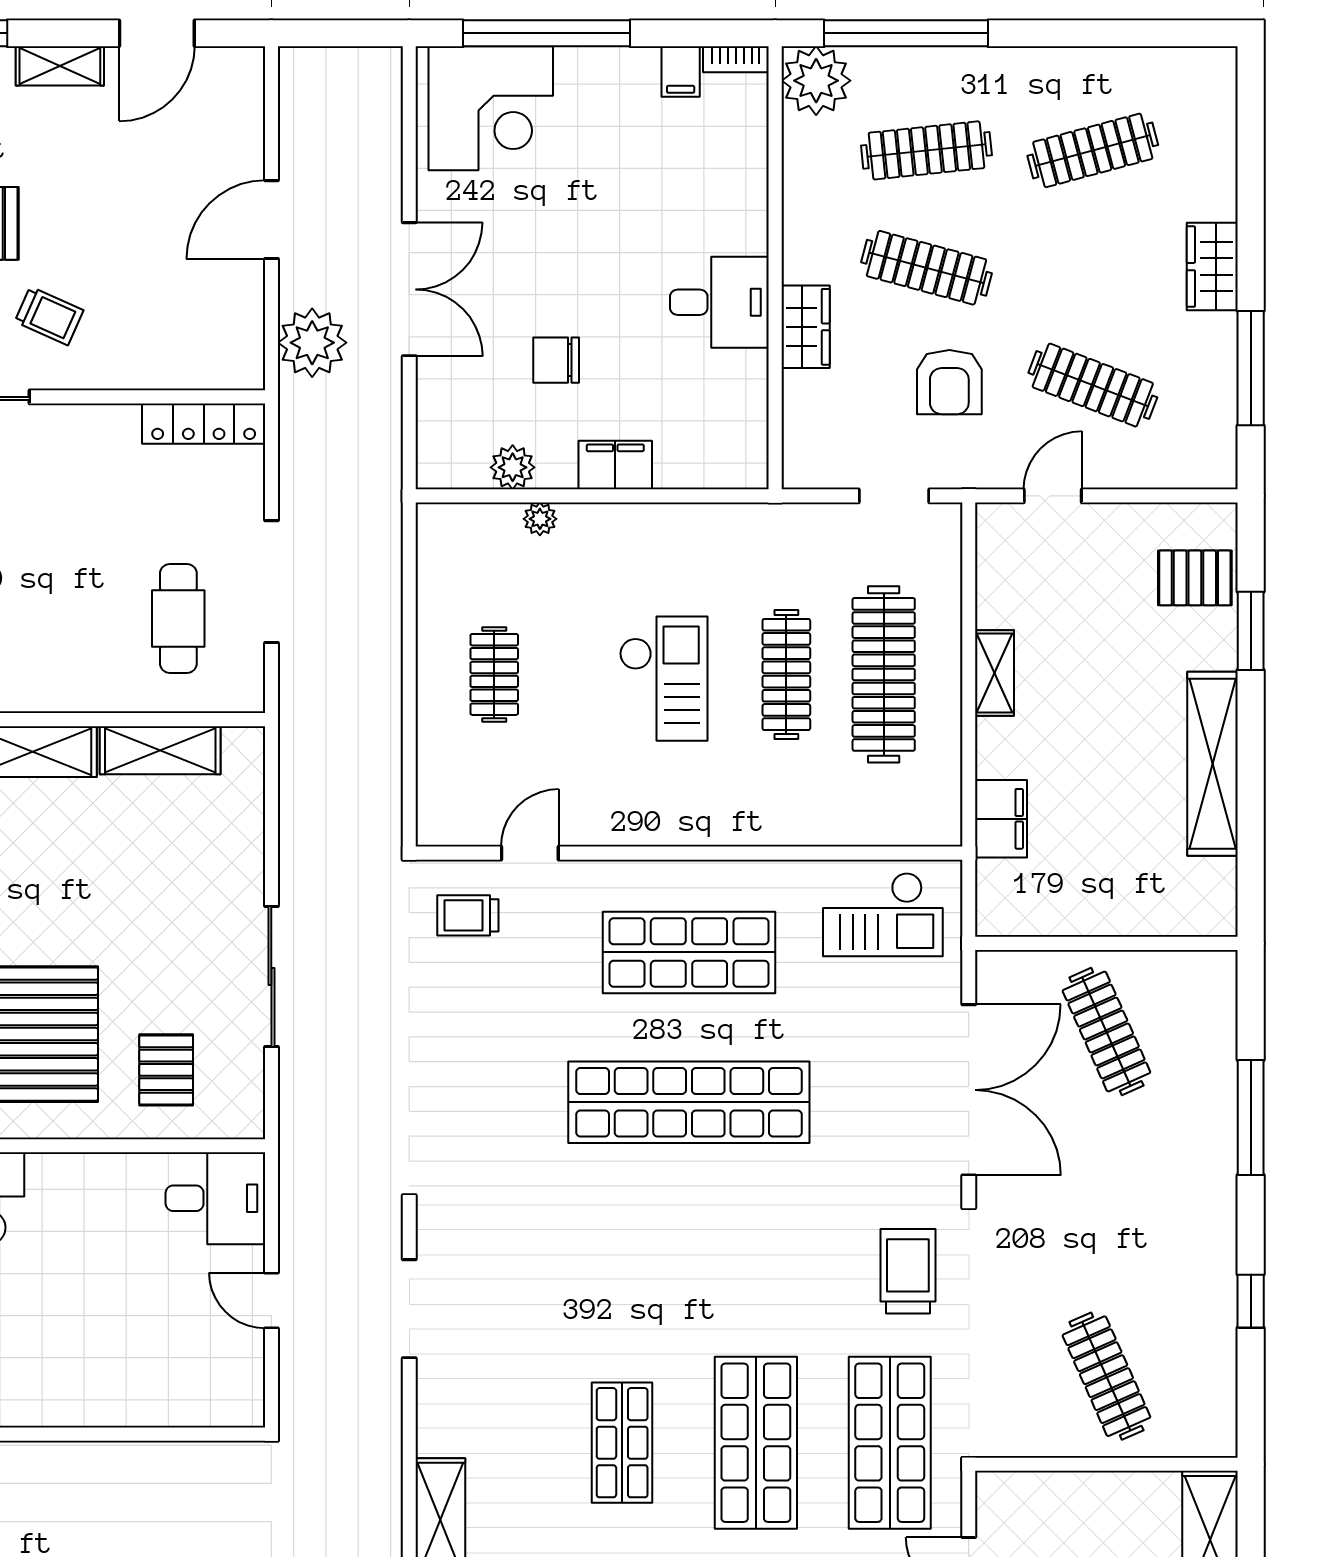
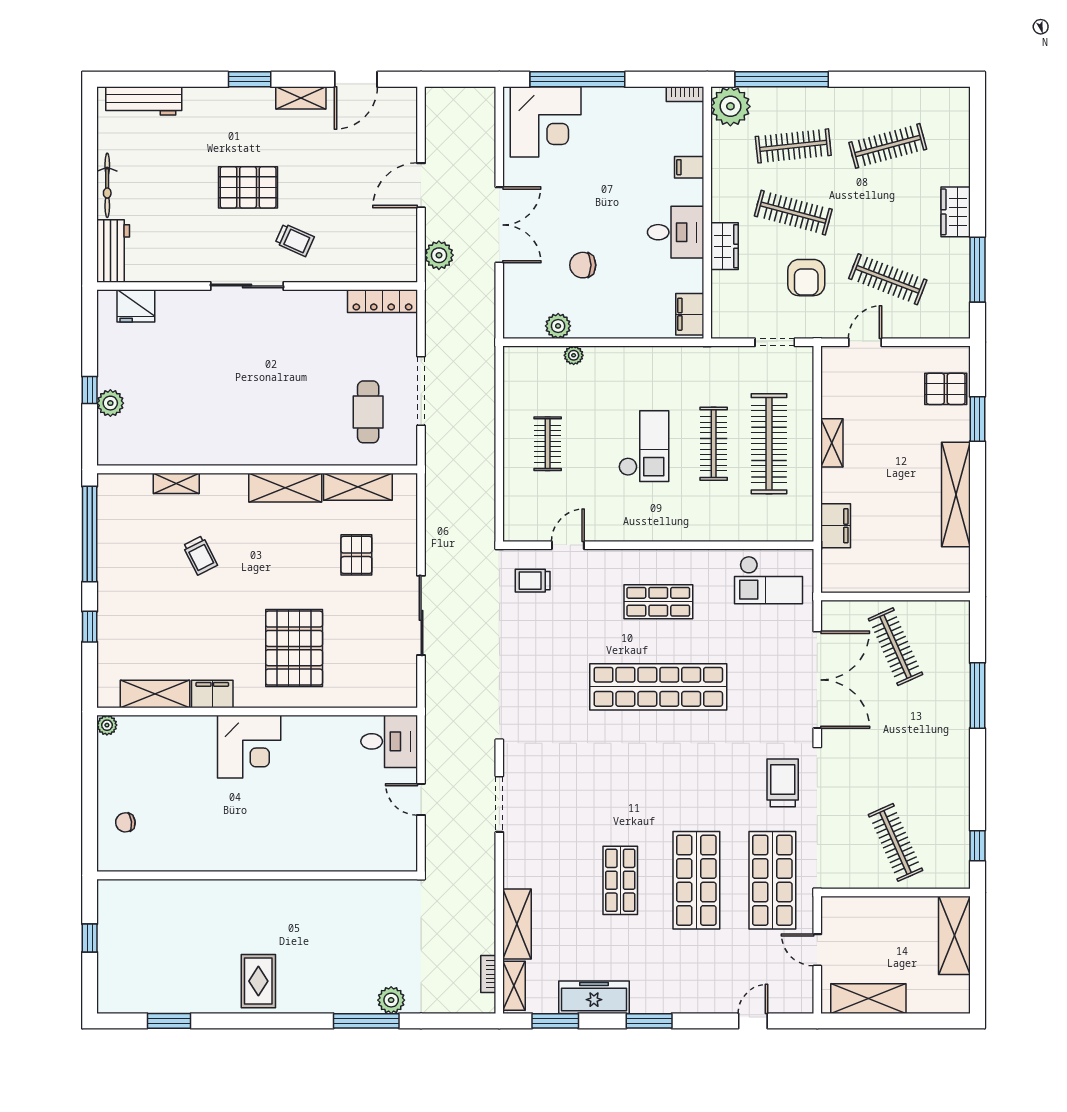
filing cabinet: (681, 71) -> (689, 167), moved, turned 90
plant: (312, 343) -> (439, 255), width x0.73, depth x0.73
filing cabinet: (615, 465) -> (690, 314), moved, turned -90
shop shelf: (689, 952) -> (658, 602), width x0.70, depth x0.74
pallet: (166, 1070) -> (356, 555), moved
window: (1251, 1301) -> (977, 846), moved

